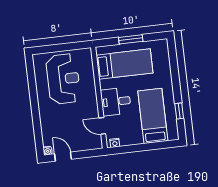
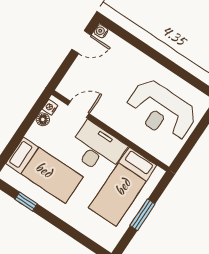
desk: (116, 102) -> (97, 148), width x1.37
floor lamp: (125, 141) -> (43, 119), added

